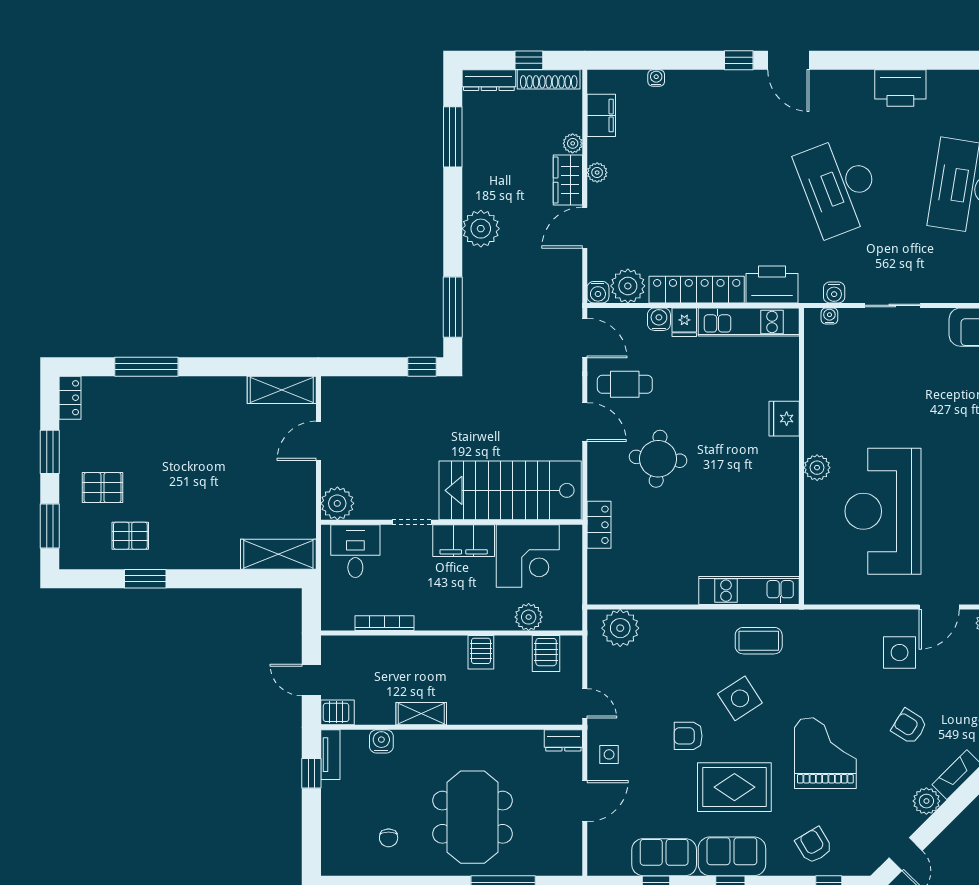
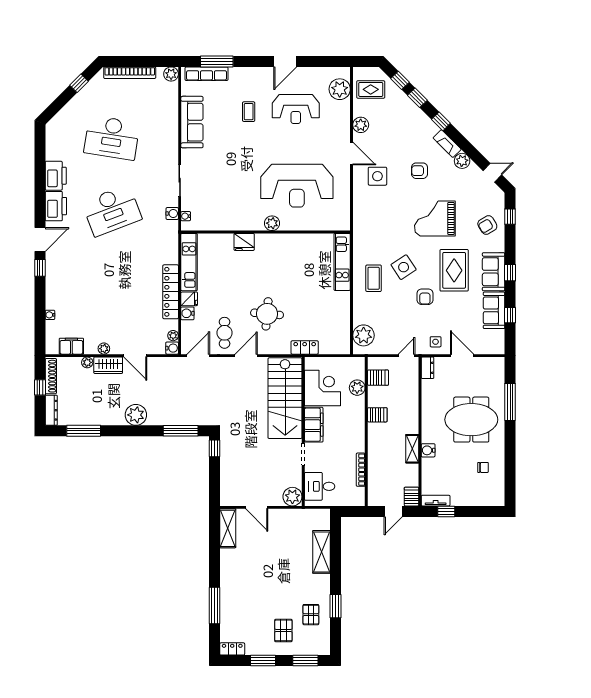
printer: (772, 284) -> (56, 206), moved, turned 180
plant: (628, 286) -> (173, 336), width x0.53, depth x0.53
shelving: (278, 554) -> (321, 552), moved
coffee table: (759, 641) -> (374, 278), moved
armchair: (909, 726) -> (420, 171), turned 58
water cooler: (381, 741) -> (428, 450), moved

